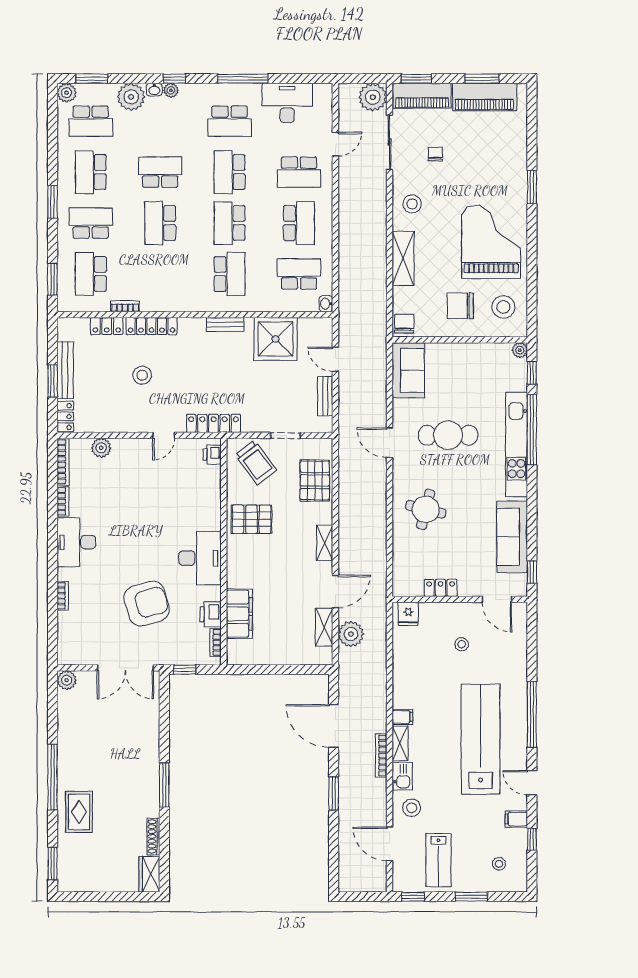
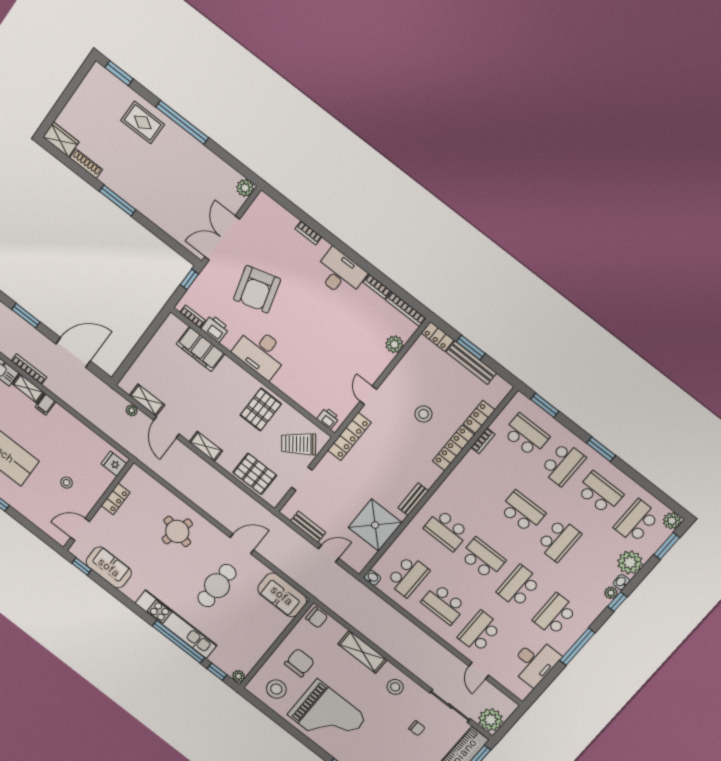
school desk: (230, 172) -> (519, 586), turned -90
sofa: (512, 537) -> (109, 567), width x0.73
plant: (351, 634) -> (132, 410), width x0.53, depth x0.53

